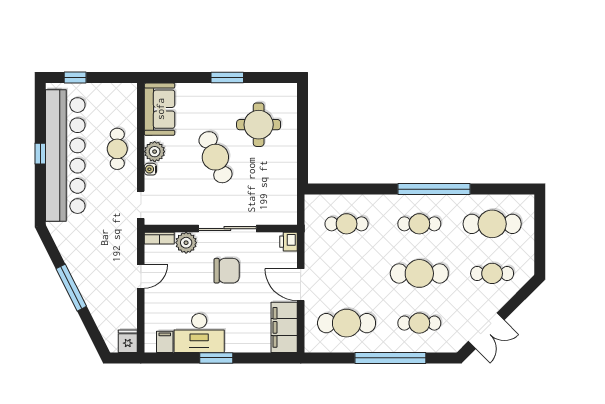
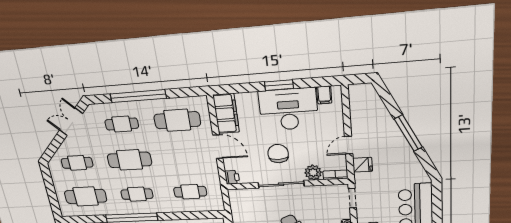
chair: (227, 271) -> (278, 154), turned 90
desk: (199, 333) -> (288, 109), width x1.36, depth x1.30
fridge: (128, 341) -> (363, 165), moved, turned -90

